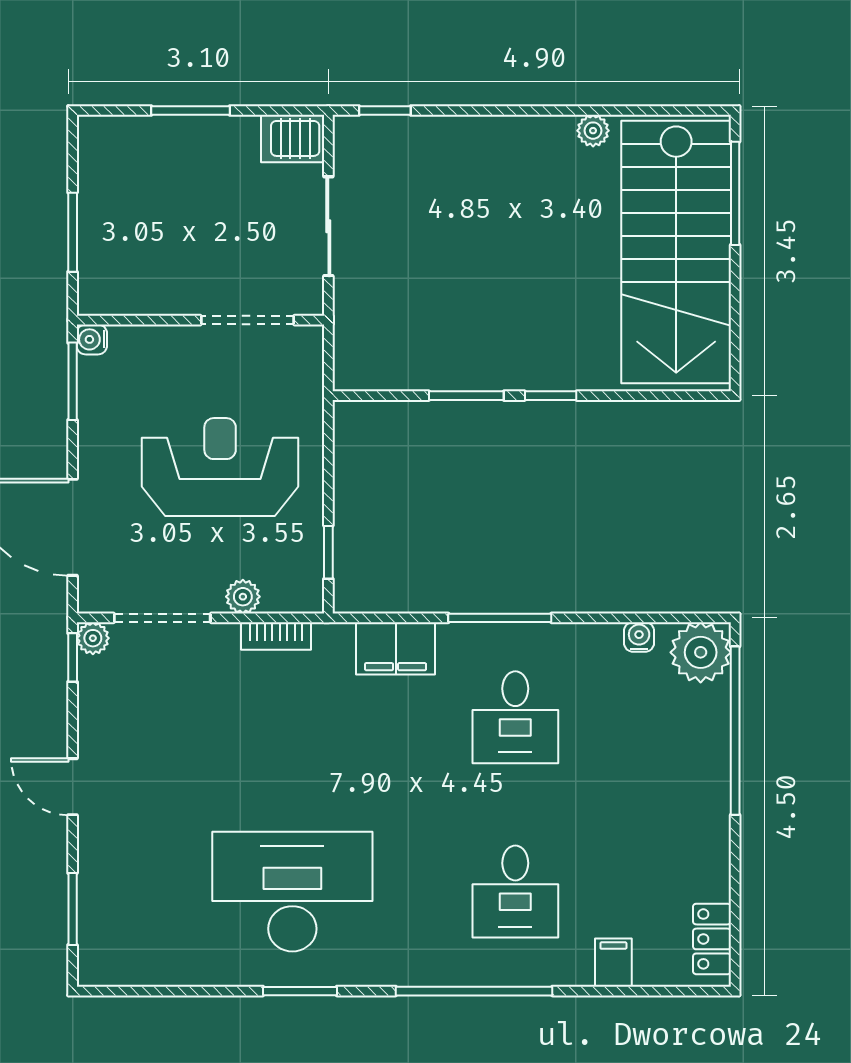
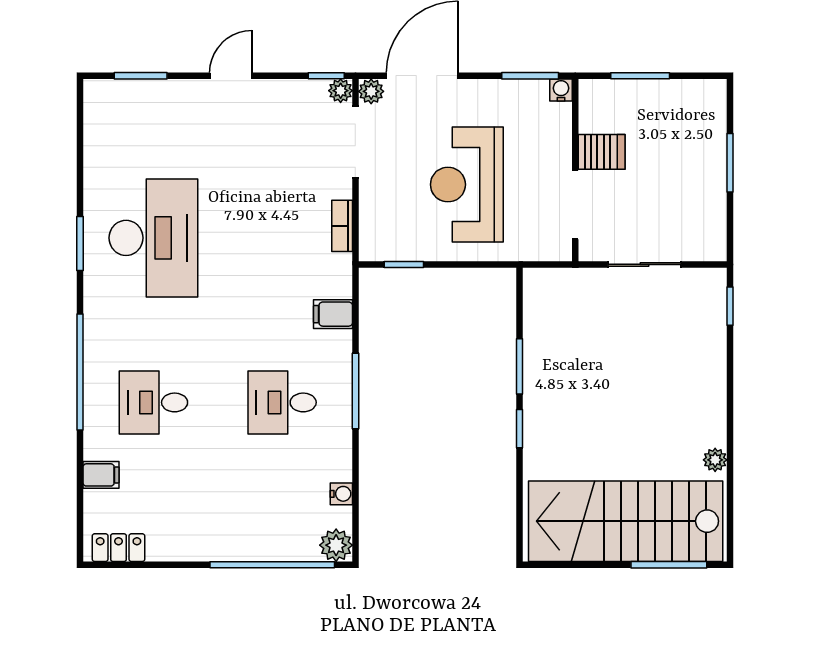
server rack: (293, 138) -> (602, 152), moved, turned 90
reception desk: (220, 467) -> (467, 185), turned 180
plant: (243, 597) -> (371, 91), moved
filing cabinet: (396, 648) -> (333, 314), width x0.50
plant: (701, 652) -> (336, 545), width x0.73, depth x0.73

